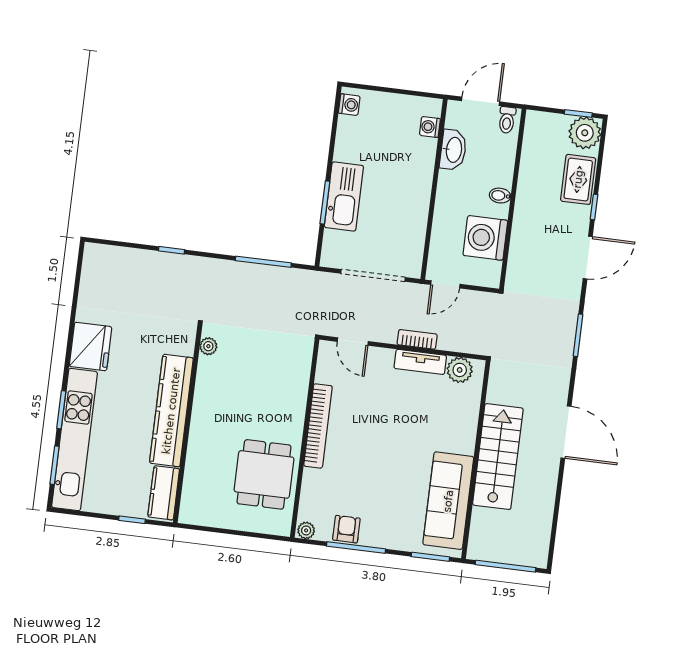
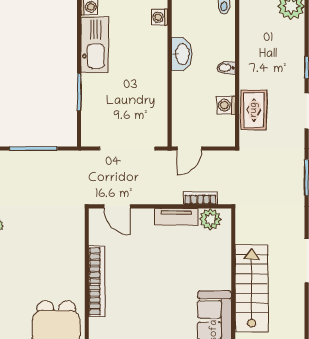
washbasin: (453, 150) -> (182, 54), moved
rug: (578, 179) -> (254, 110), moved
kitchen sink: (344, 197) -> (94, 45), moved
washing machine: (485, 238) -> (226, 105), width x0.53, depth x0.53
bookcase: (417, 339) -> (200, 198), moved

